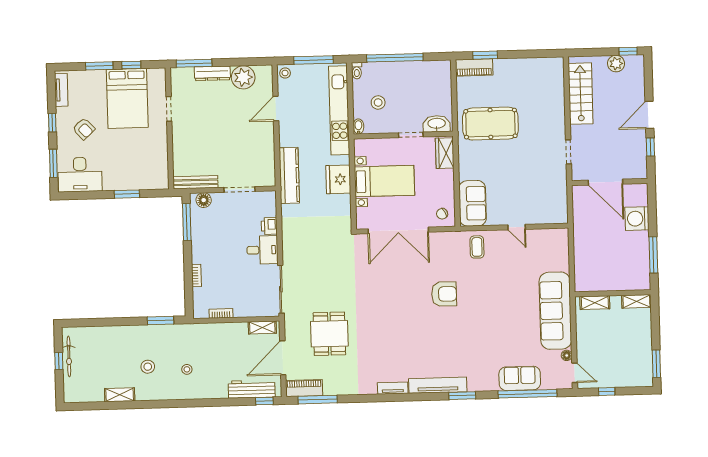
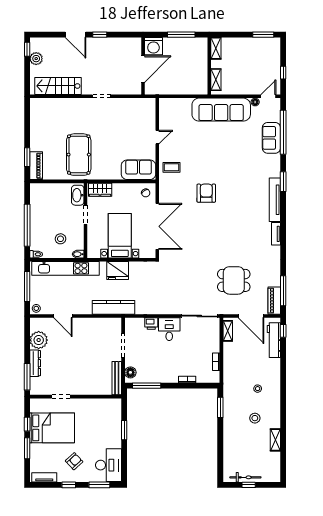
door: (605, 182) -> (143, 69), moved
wall: (610, 182) -> (143, 66), moved

